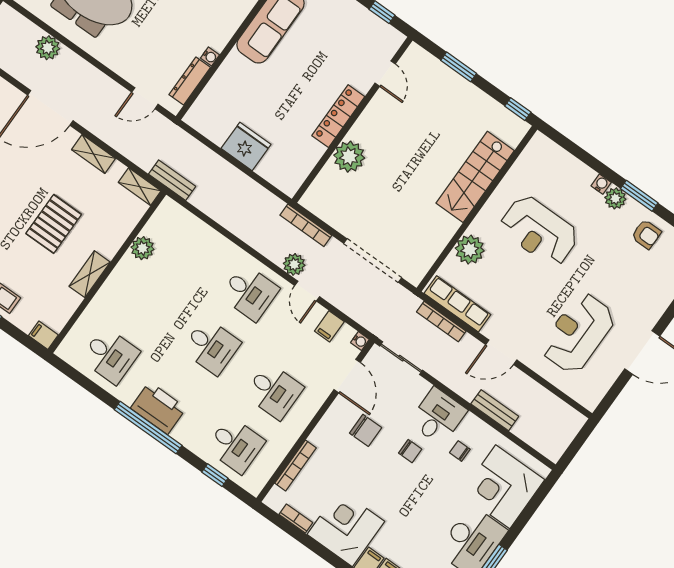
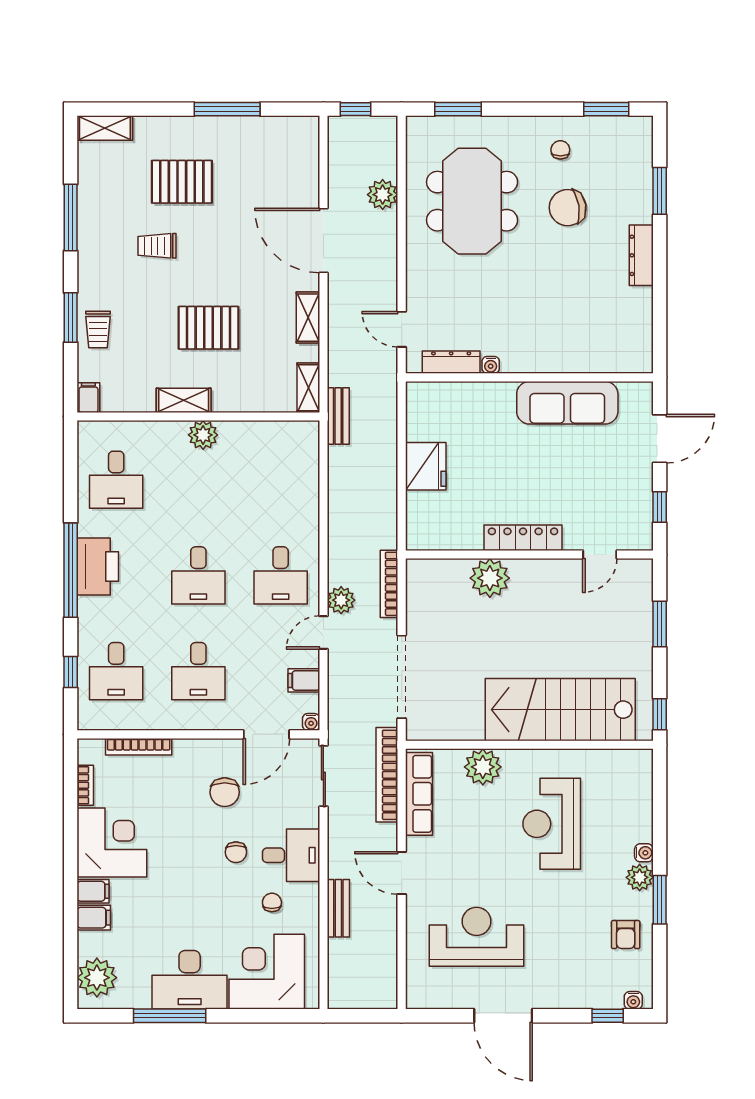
stairs: (475, 177) -> (560, 710), width x1.36, depth x1.51
plant: (142, 248) -> (203, 435), moved
bookcase: (441, 321) -> (387, 775), width x1.48, depth x1.31

